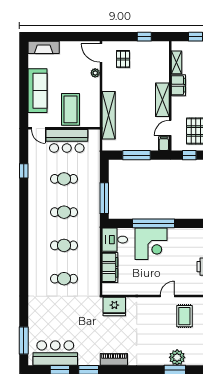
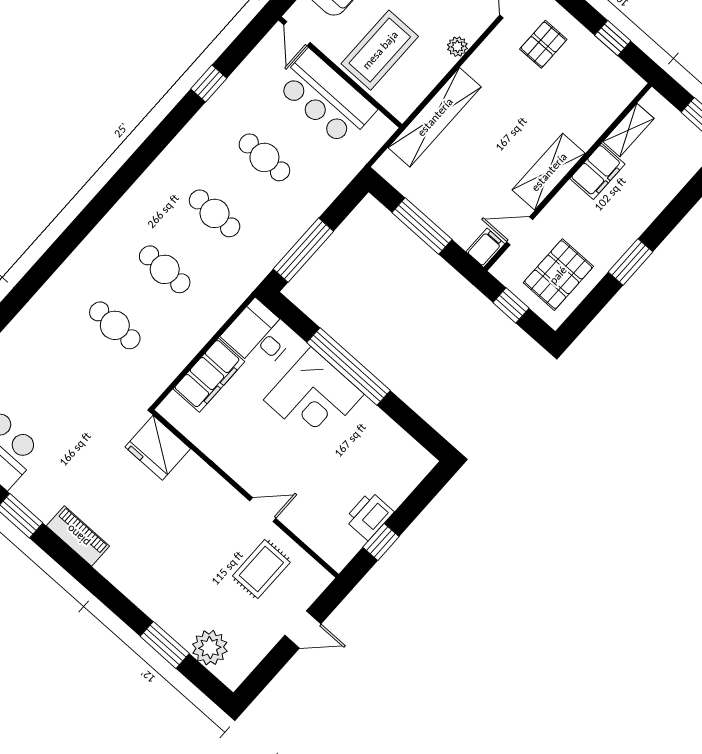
plant: (95, 73) -> (457, 47), moved
plant: (177, 357) -> (210, 648), moved

